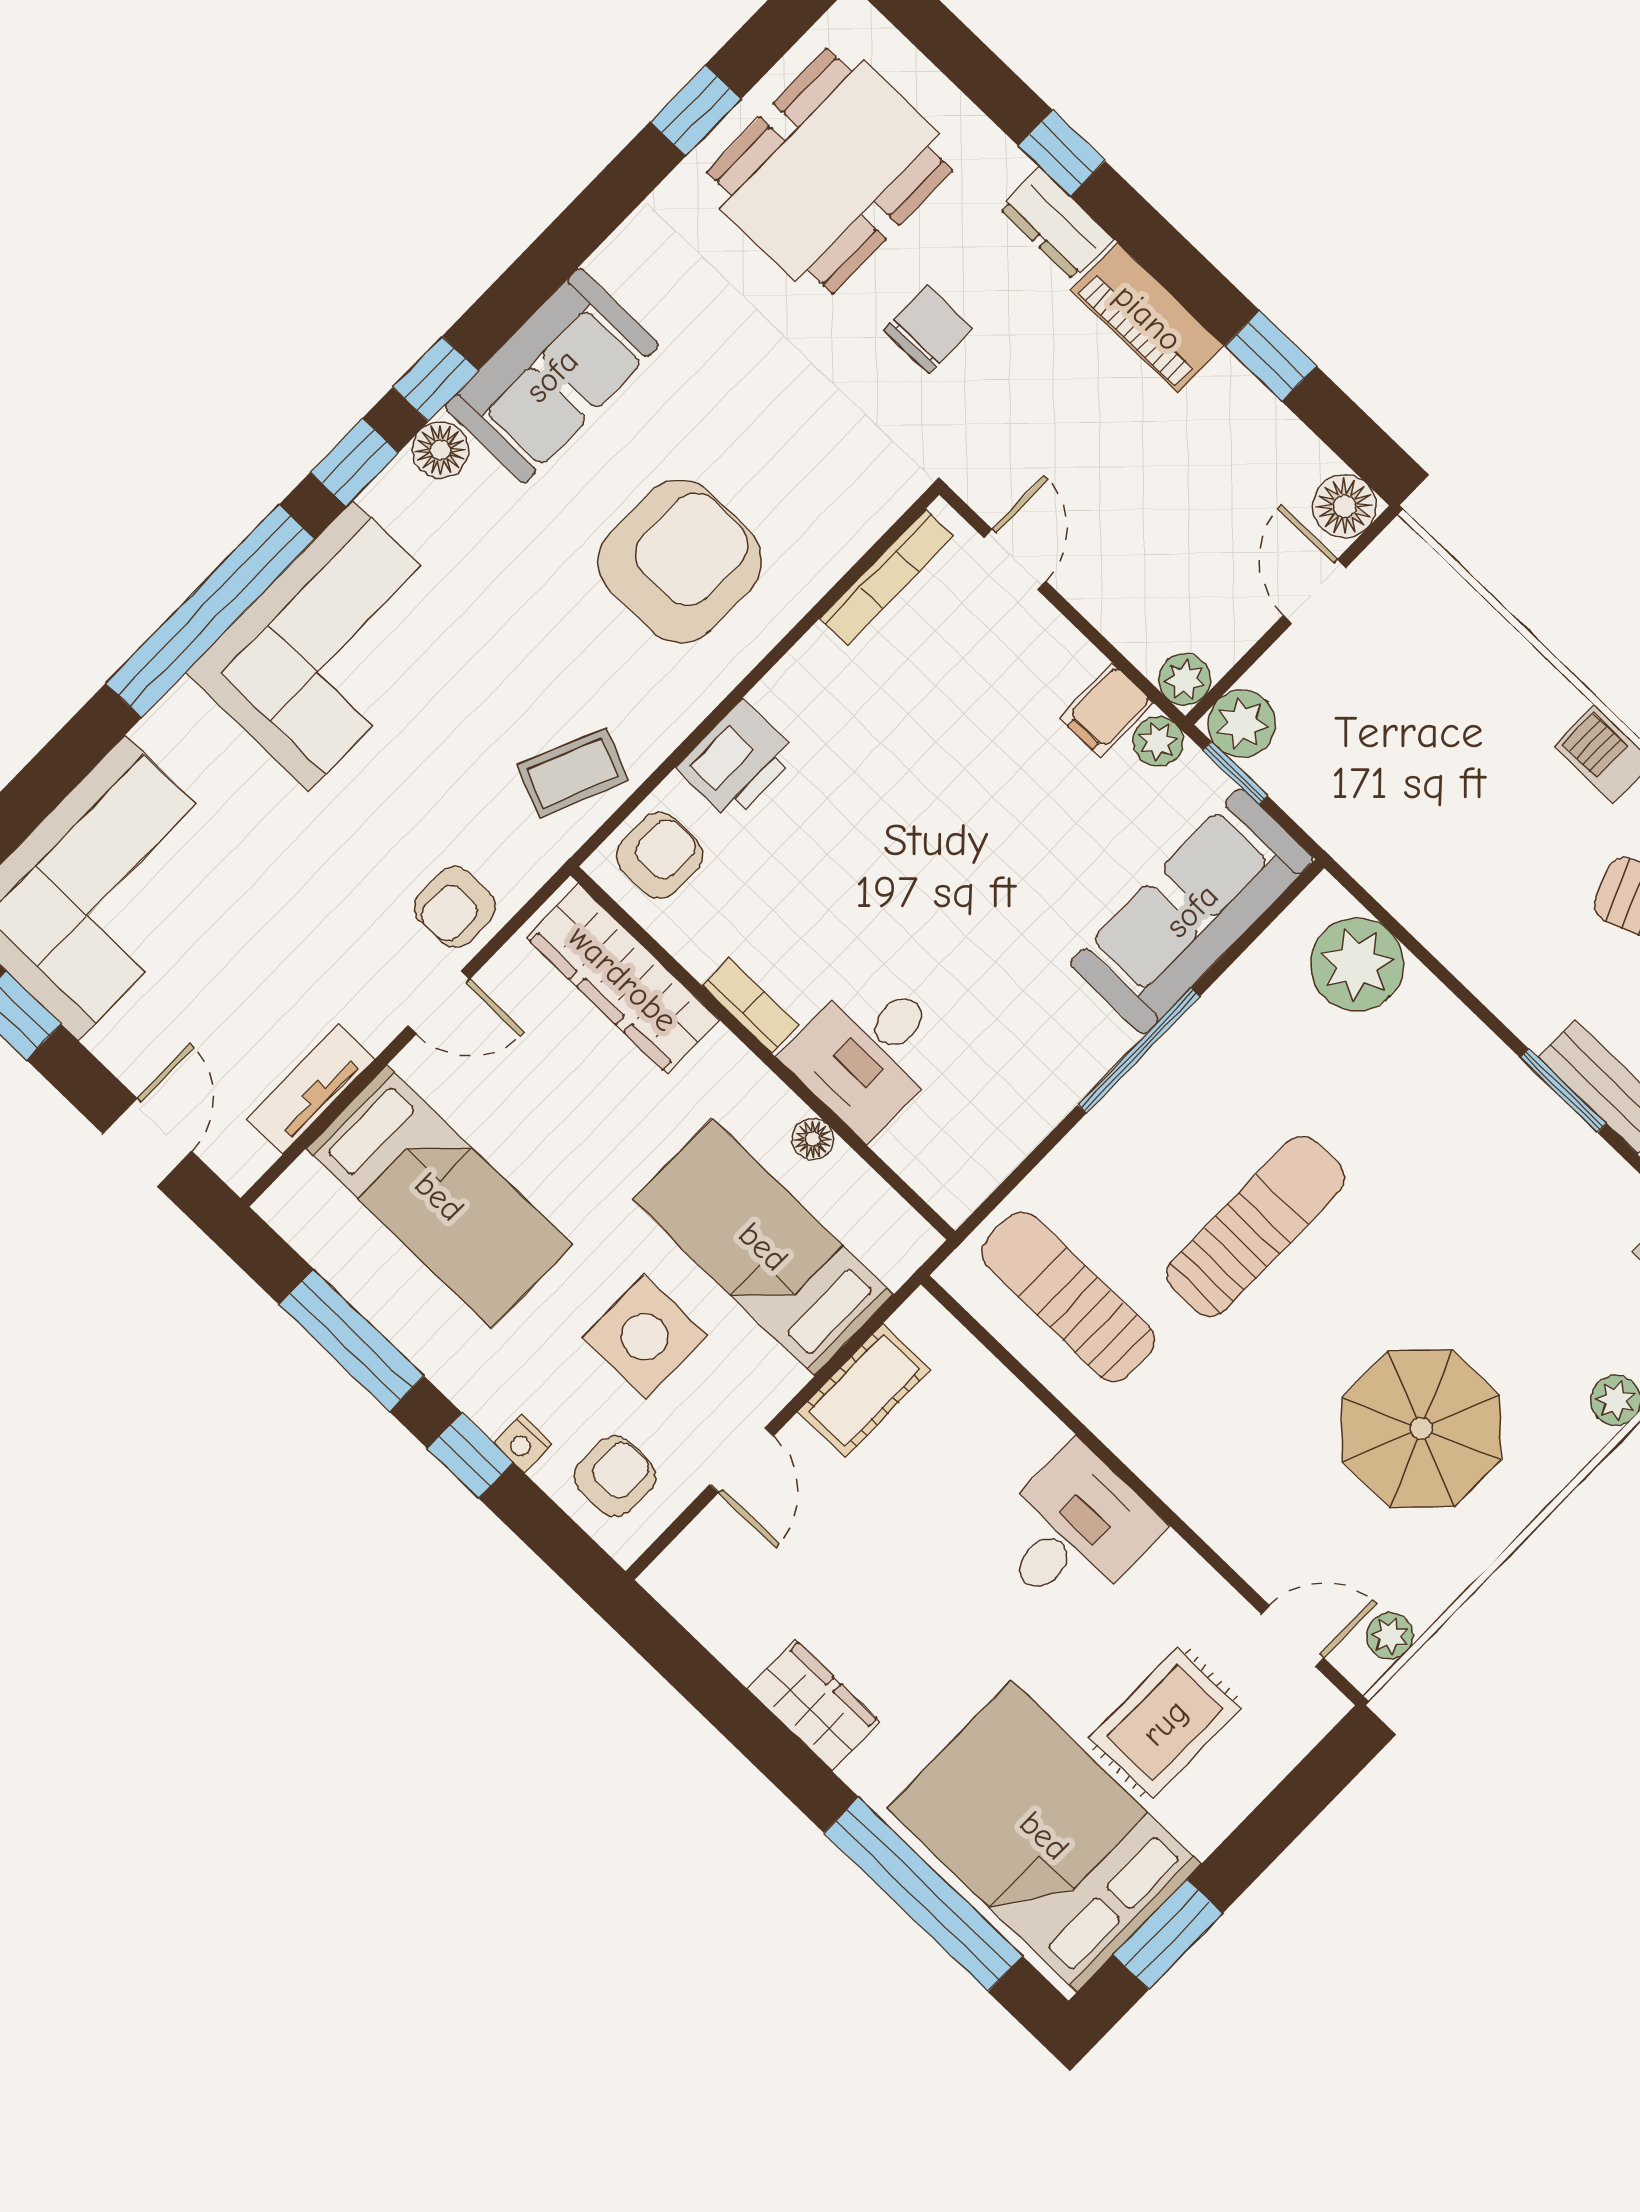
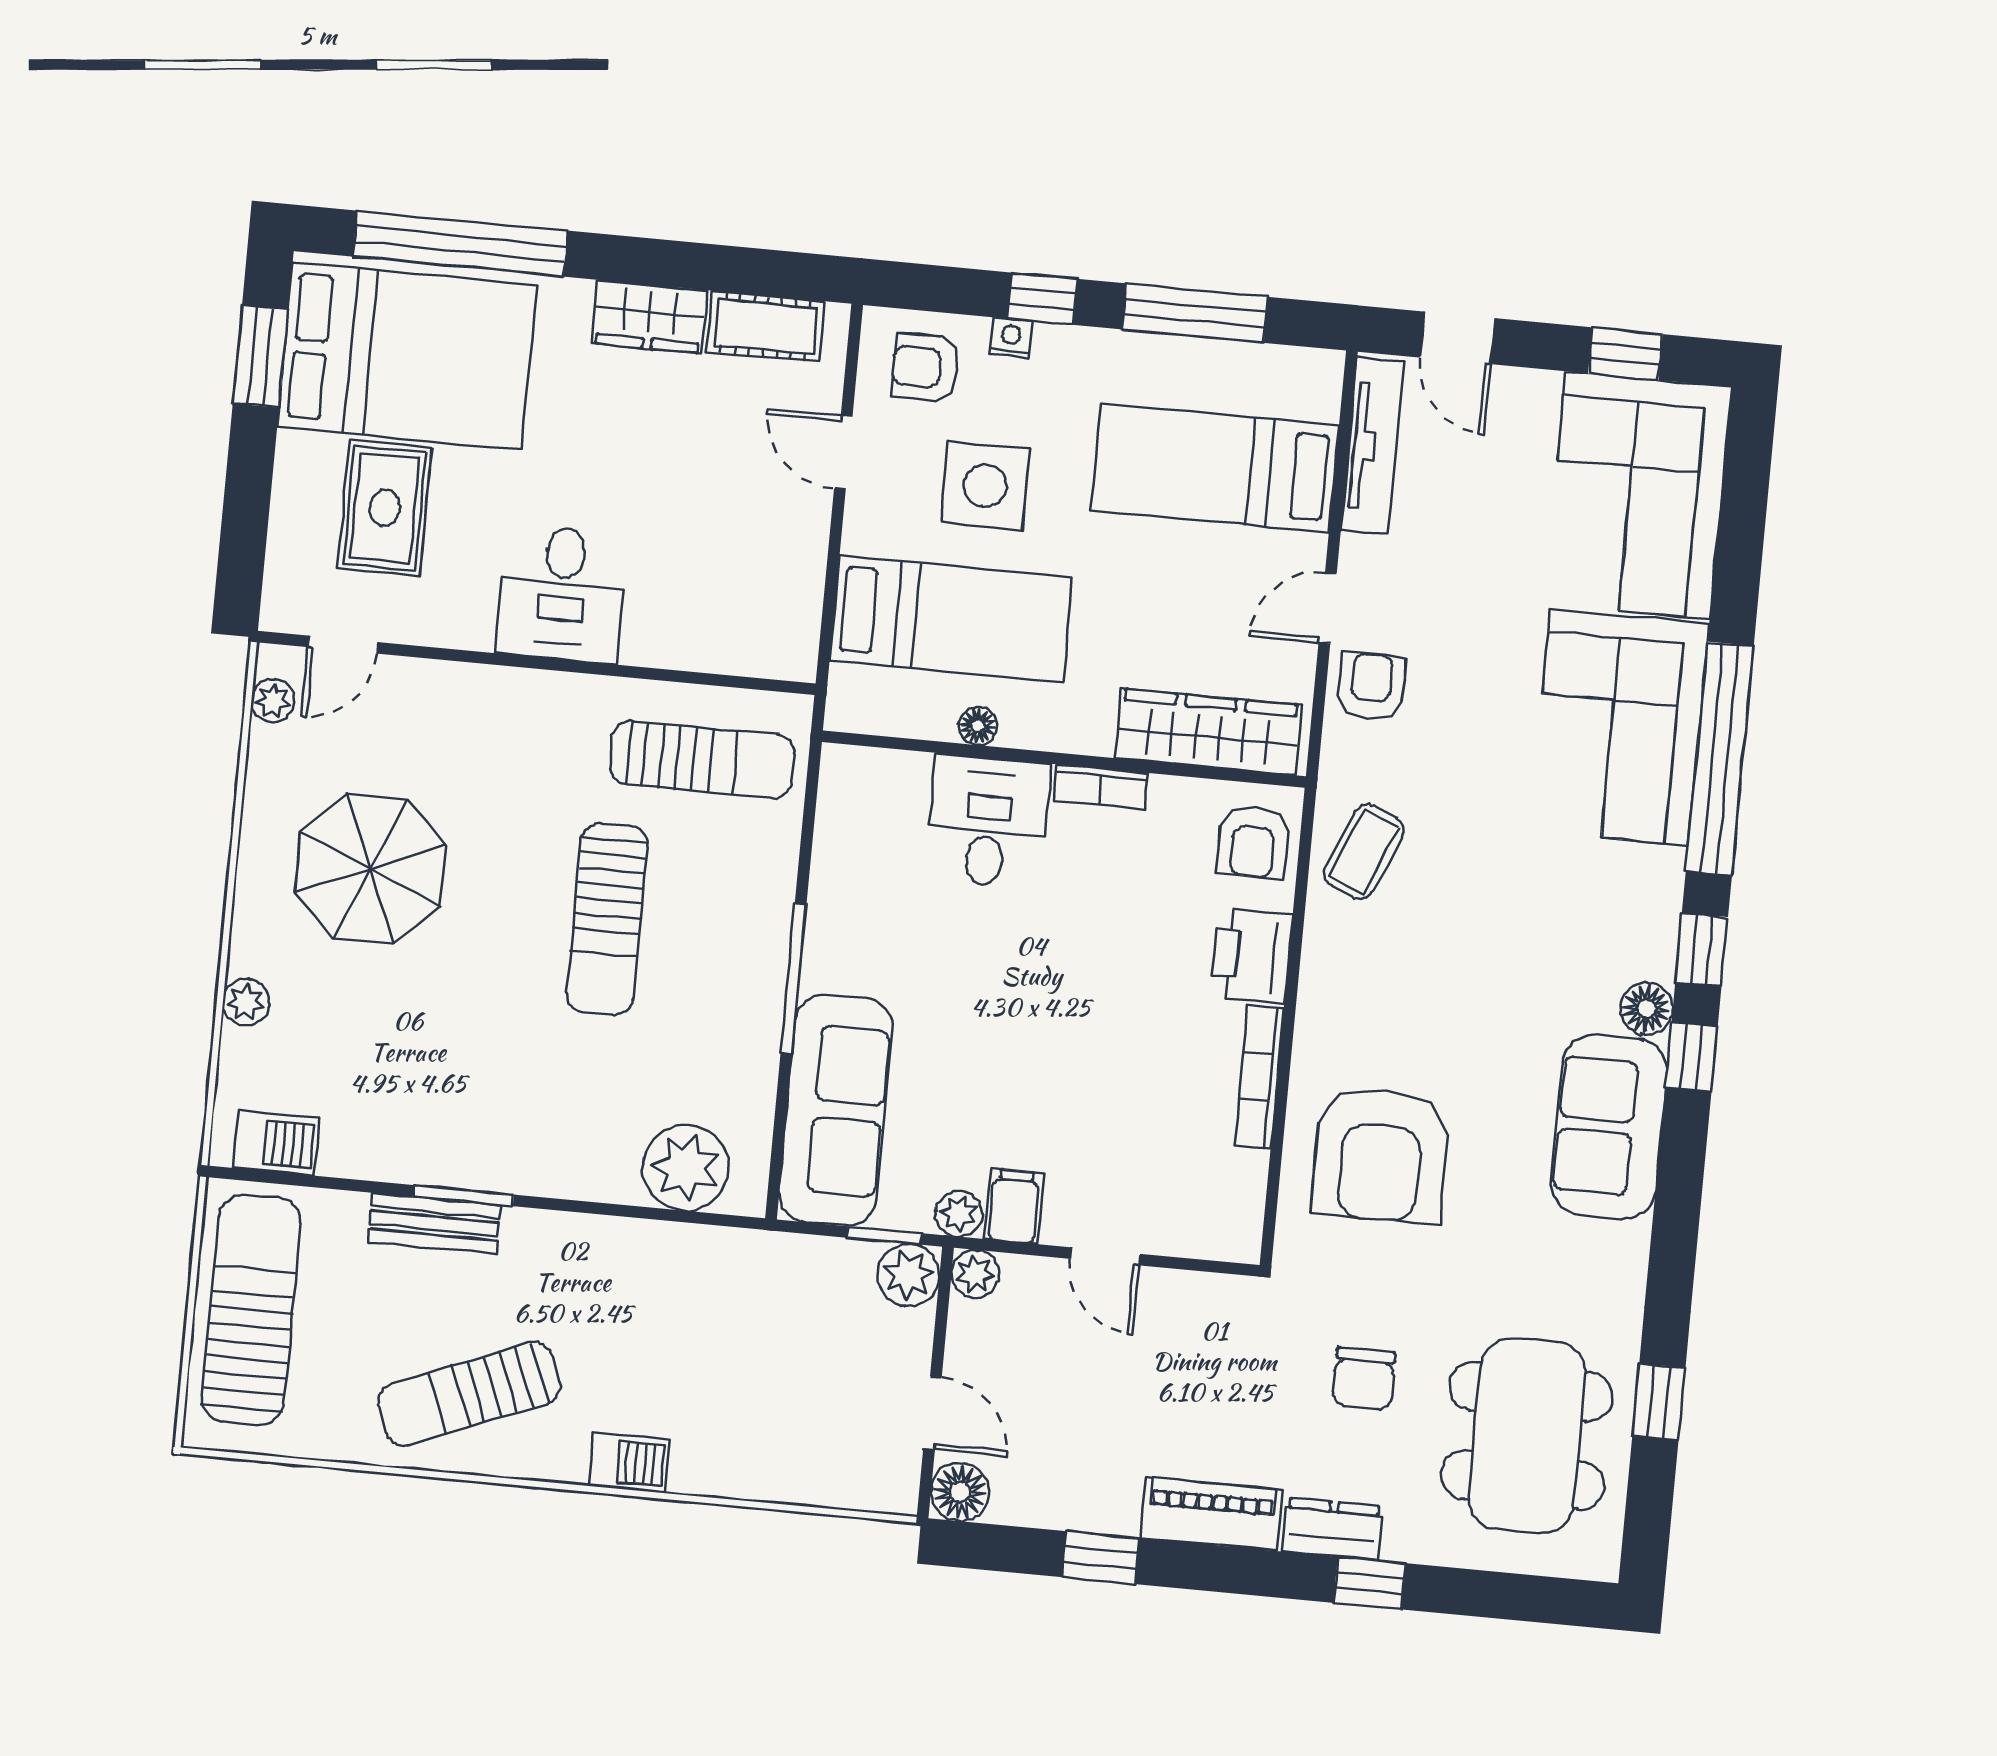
door: (1015, 560) -> (1105, 1256), moved
armchair: (680, 561) -> (1381, 1154), moved
bookcase: (886, 577) -> (1259, 1077), moved
corner sofa: (331, 646) -> (1619, 727), moved
tv unit: (311, 1089) -> (1372, 446), width x1.41
cot: (864, 1391) -> (765, 327), moved, turned 90
armchair: (615, 1476) -> (926, 367), turned 90

